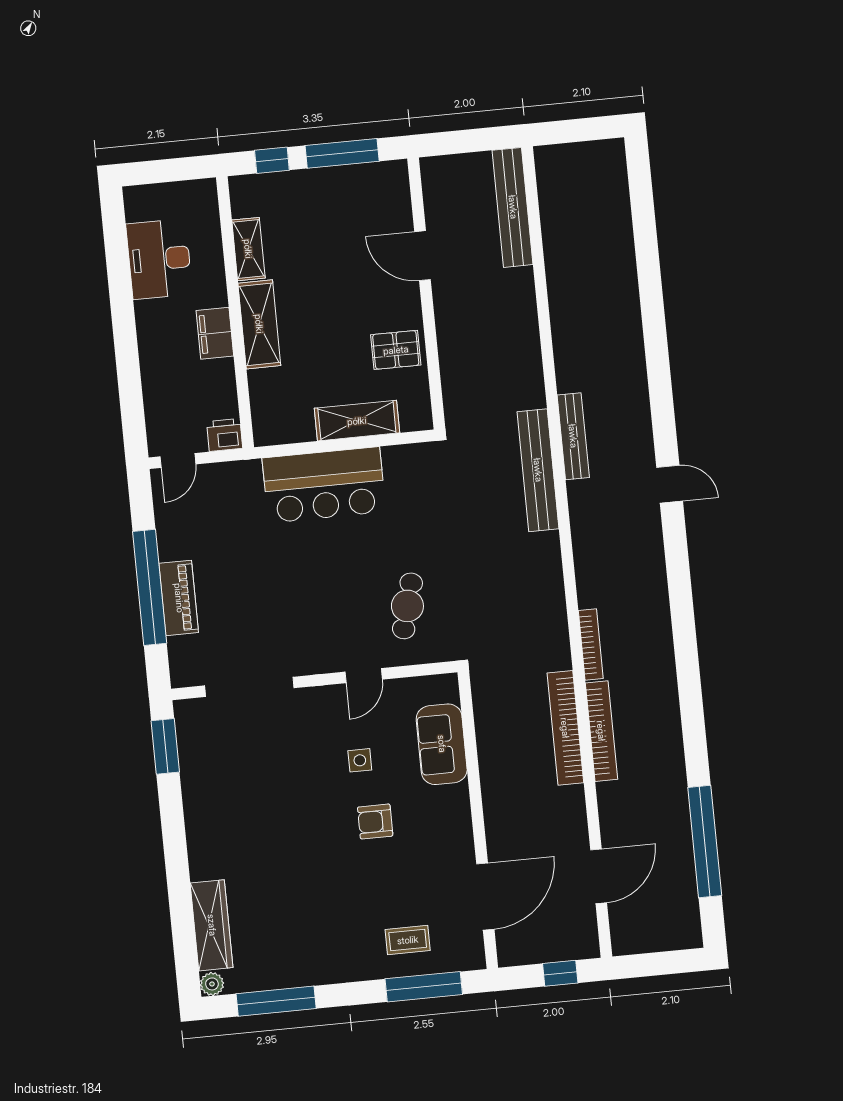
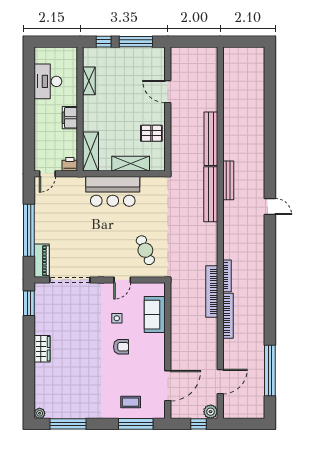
bench: (513, 207) -> (211, 139), moved
shelving: (259, 324) -> (91, 151), moved
piano: (179, 598) -> (42, 261), moved
cafe table: (407, 606) -> (145, 250), turned -37
bookcase: (565, 728) -> (212, 292), moved
armchair: (375, 822) -> (121, 347), turned 180
wardrobe: (212, 925) -> (42, 349), moved, width x0.67
plant: (584, 944) -> (211, 412), added

